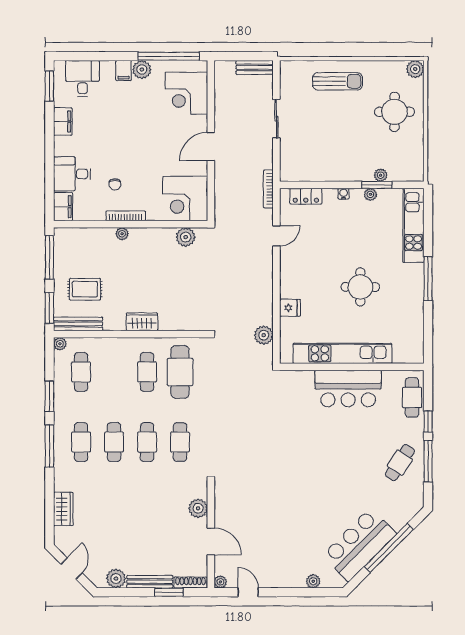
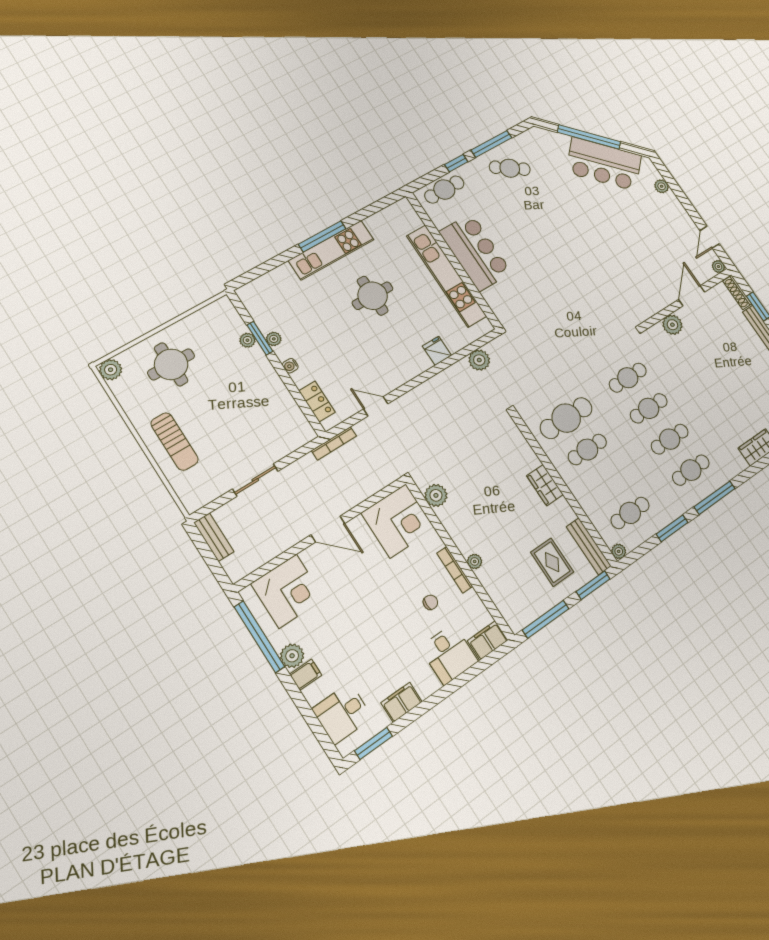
sun lounger: (338, 81) -> (175, 442), turned 180
kitchen unit: (413, 225) -> (331, 250), moved

